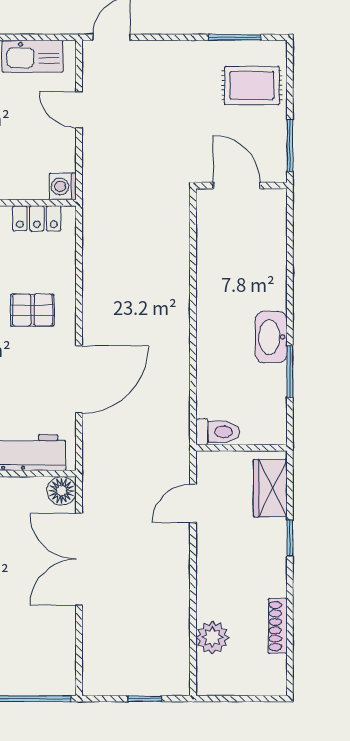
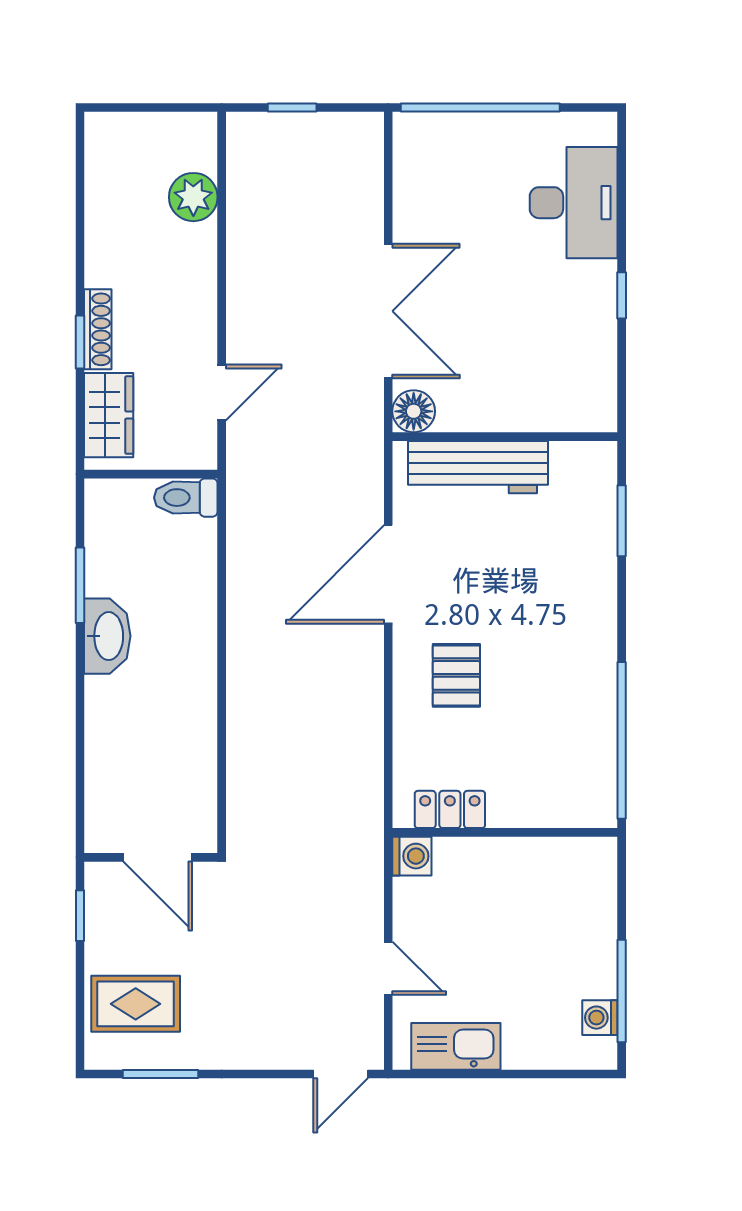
window: (290, 146) -> (80, 916), width x0.67
pallet: (32, 310) -> (456, 675), turned 90
shoe rack: (278, 626) -> (98, 329), moved

